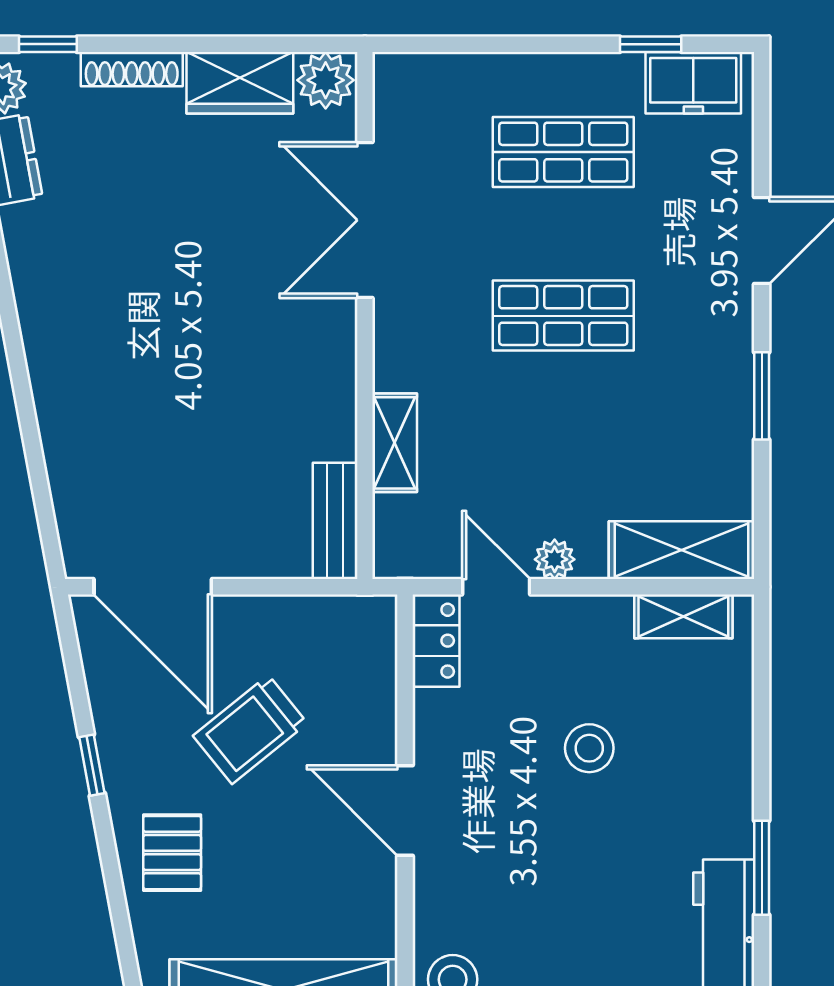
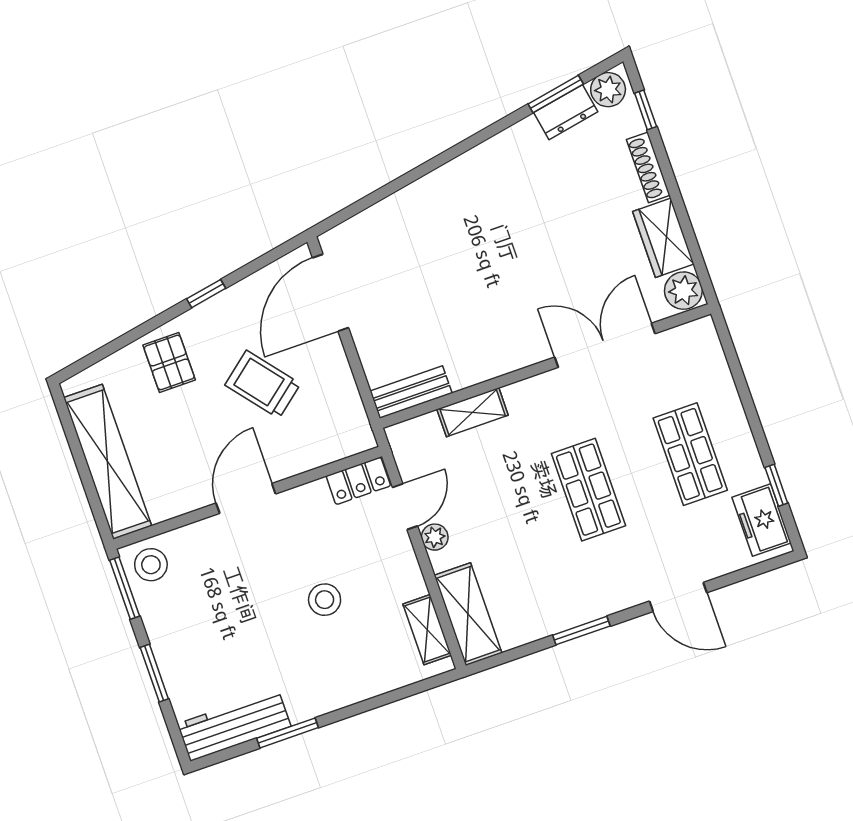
pallet: (172, 853) -> (169, 362), turned 90

